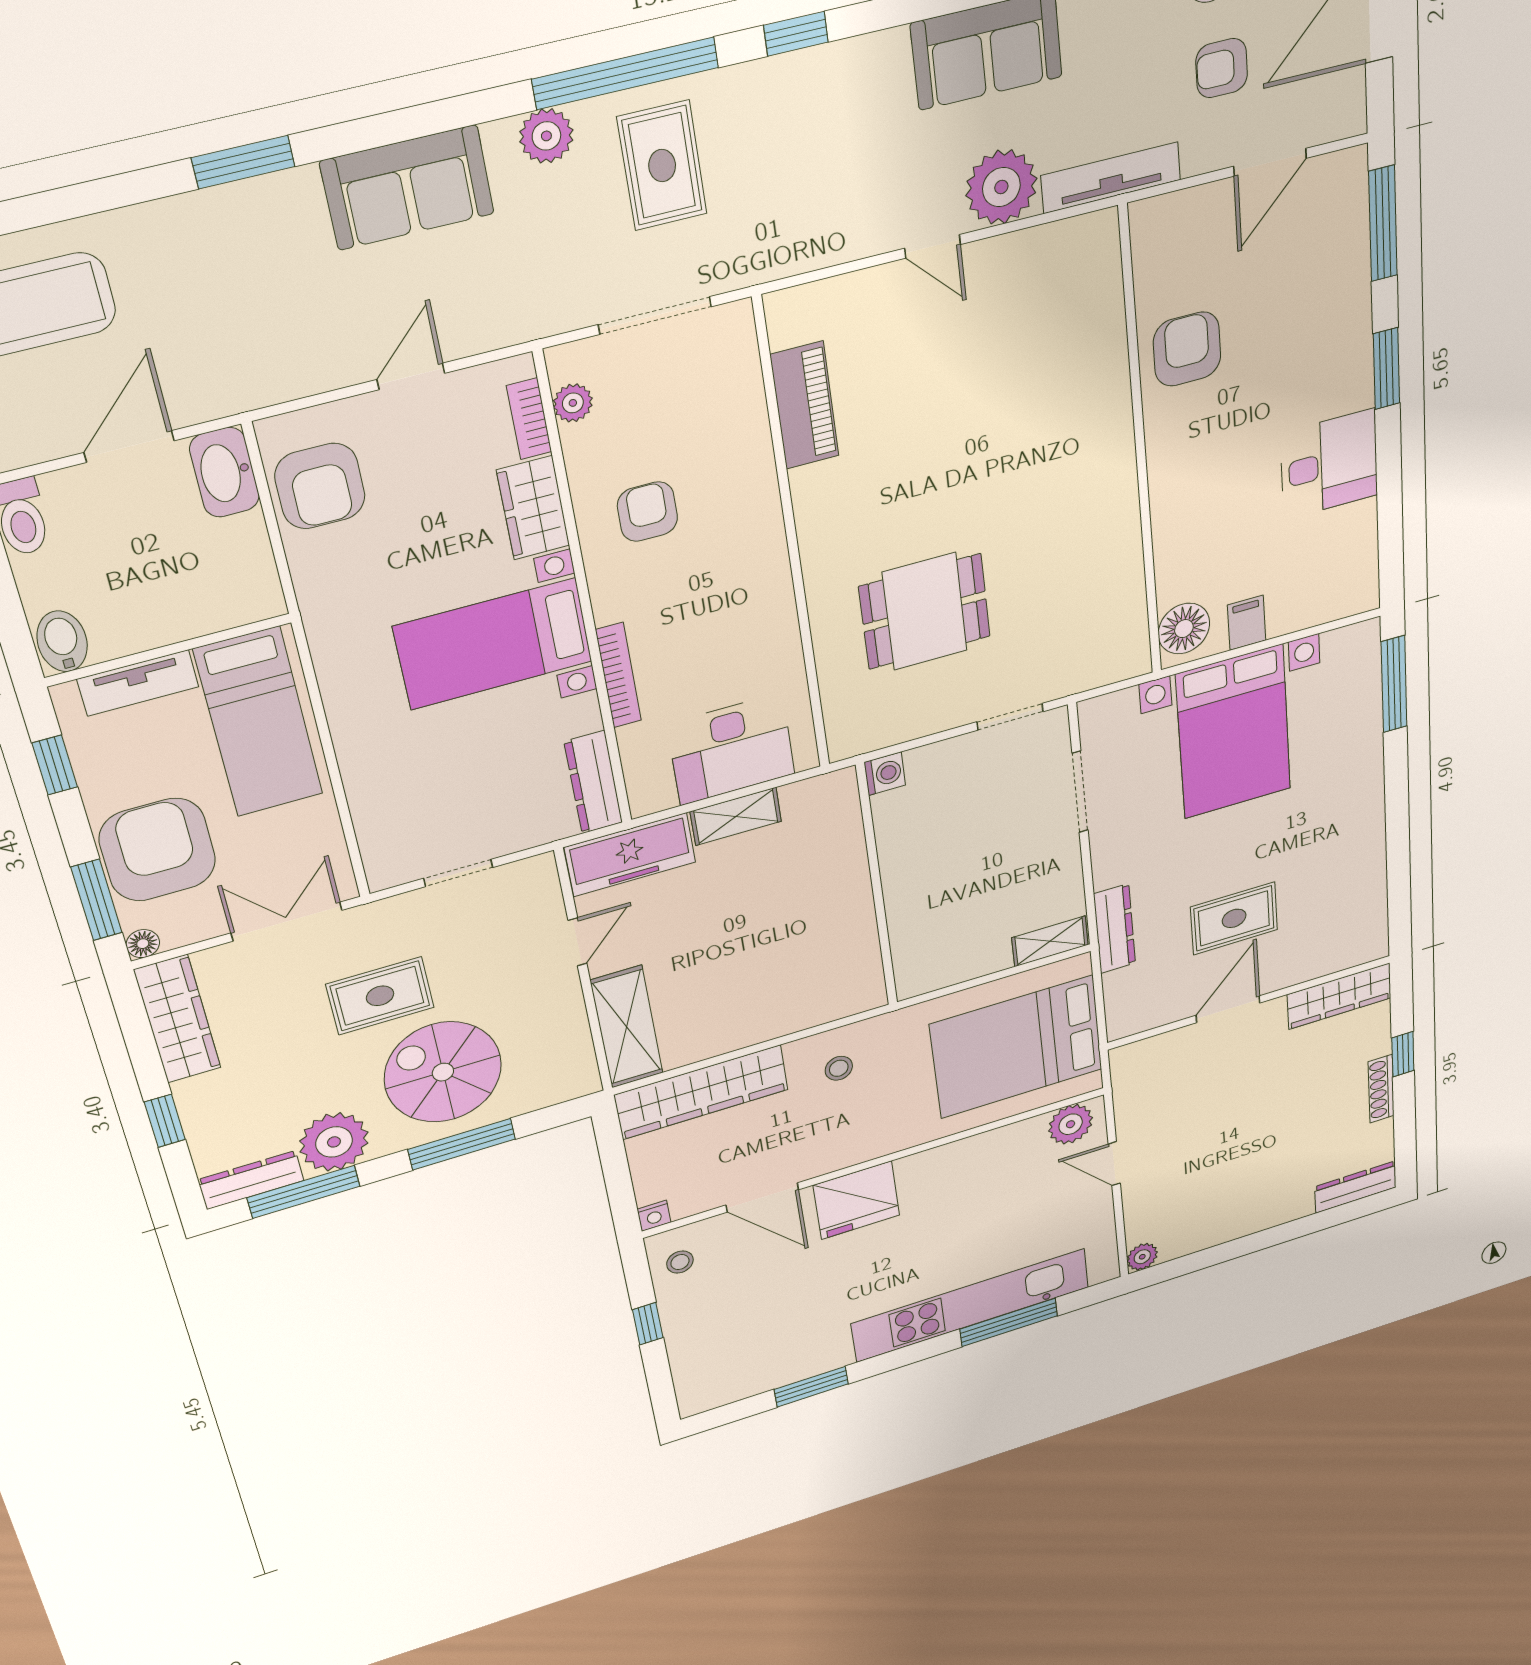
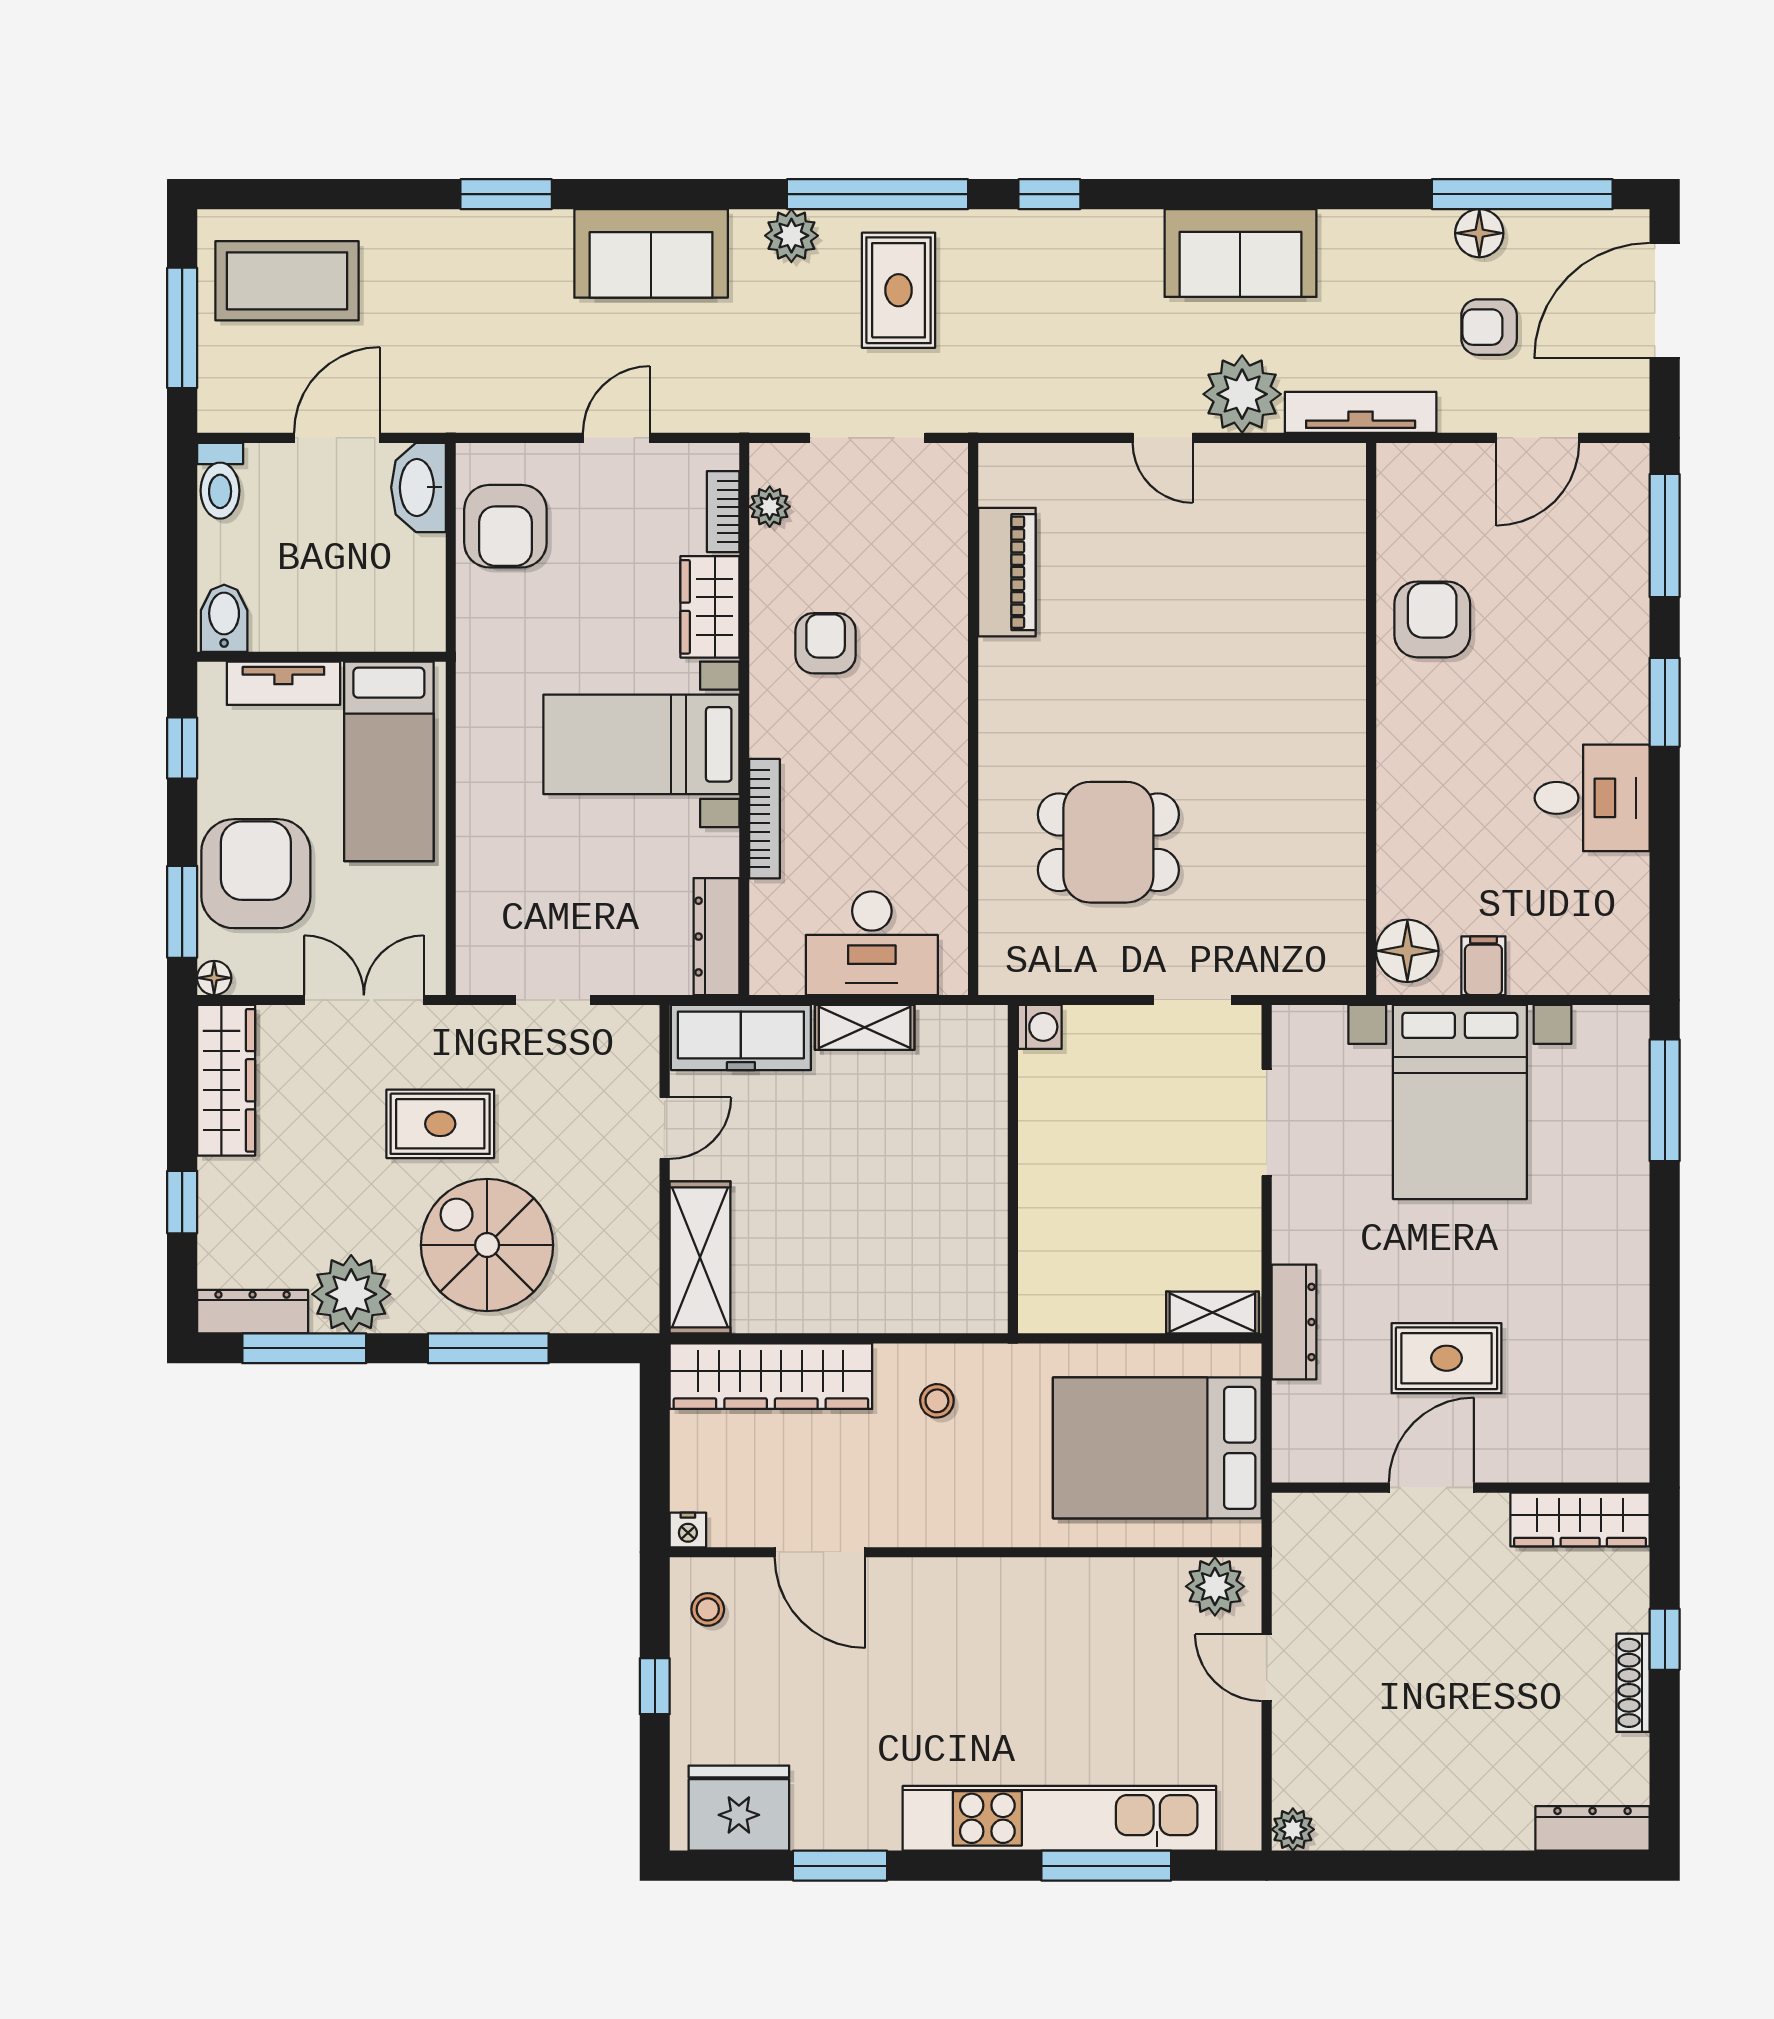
fridge: (856, 1200) -> (739, 1808), moved, turned 180

